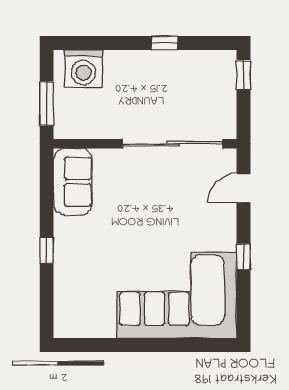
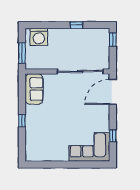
door: (243, 188) -> (113, 92), width x1.87
window: (243, 257) -> (113, 136), moved
corner sofa: (177, 296) -> (89, 147), width x0.73, depth x0.74

